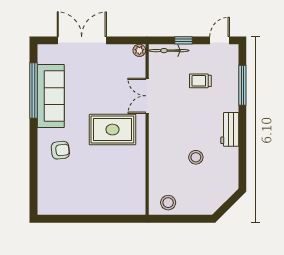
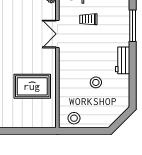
trolley: (200, 81) -> (88, 19), moved
rug: (112, 130) -> (32, 86), moved

